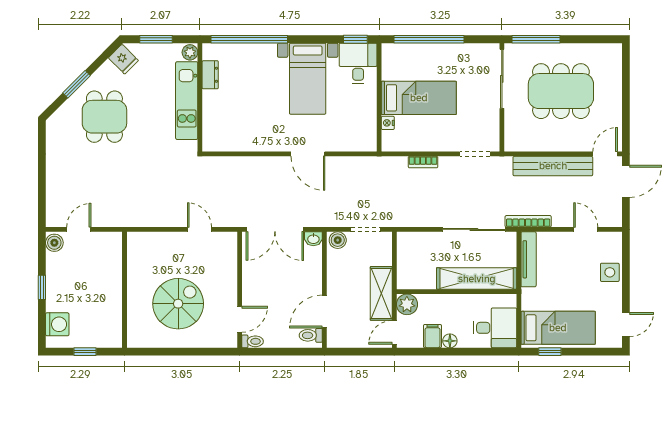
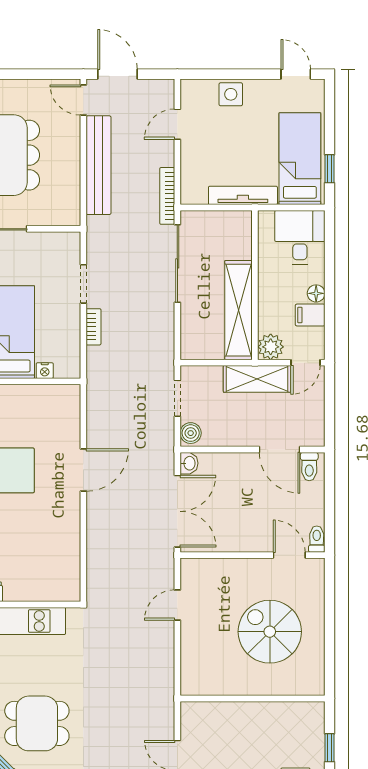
doorway: (475, 154) -> (83, 284), moved
tv unit: (529, 259) -> (243, 195), moved
shelving: (477, 279) -> (238, 310), moved
door: (394, 332) -> (305, 363), hinge flipped

